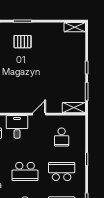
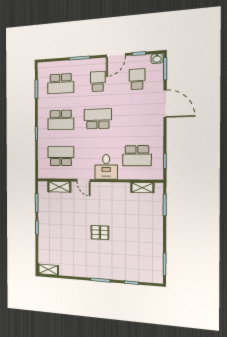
pallet: (23, 42) -> (100, 233), moved
shelving: (74, 108) -> (59, 187), moved
door: (39, 114) -> (83, 180), hinge flipped
school desk: (62, 137) -> (61, 156), width x1.85

